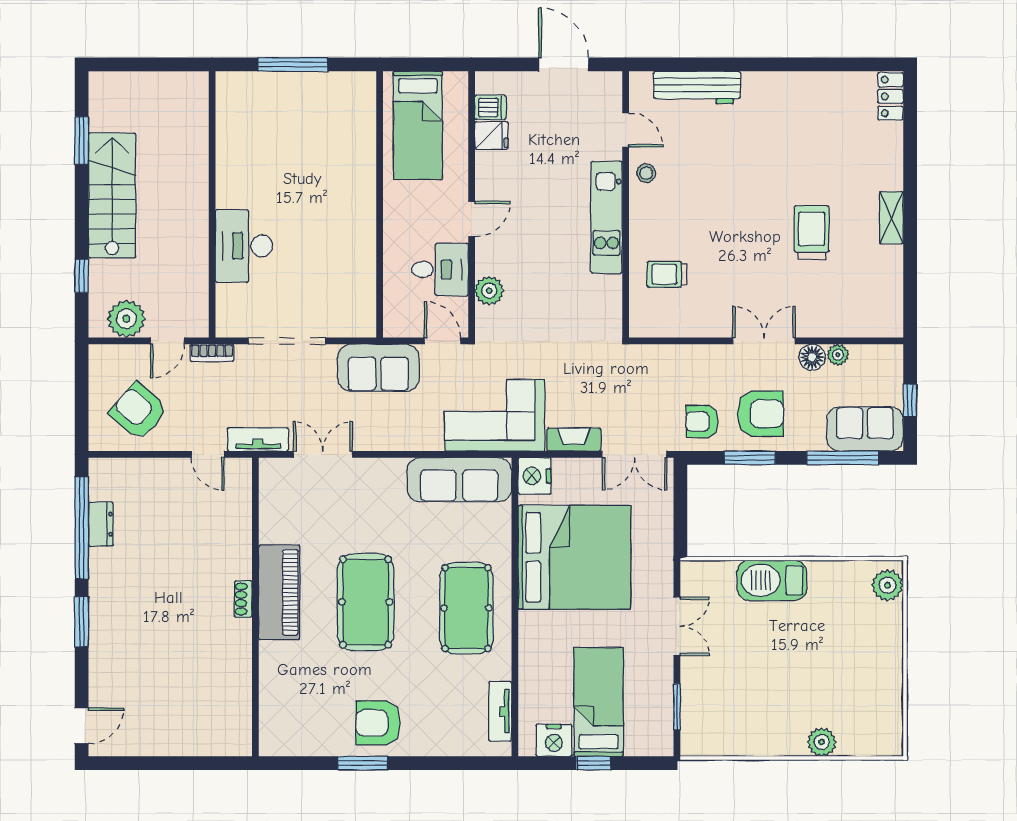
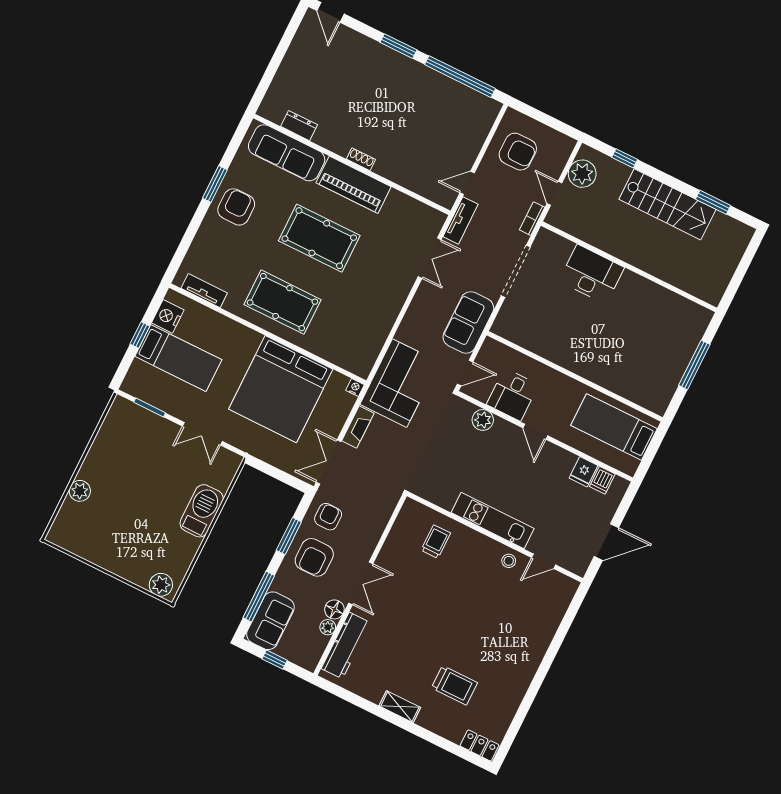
workbench: (697, 88) -> (346, 646), moved, turned 180
trolley: (812, 233) -> (454, 685), moved
armchair: (139, 411) -> (518, 152), turned 49
nightstand: (534, 476) -> (355, 387), width x0.53, depth x0.56
sofa: (459, 480) -> (287, 153), moved, turned -90
dresser: (101, 524) -> (299, 126), moved, turned 180

